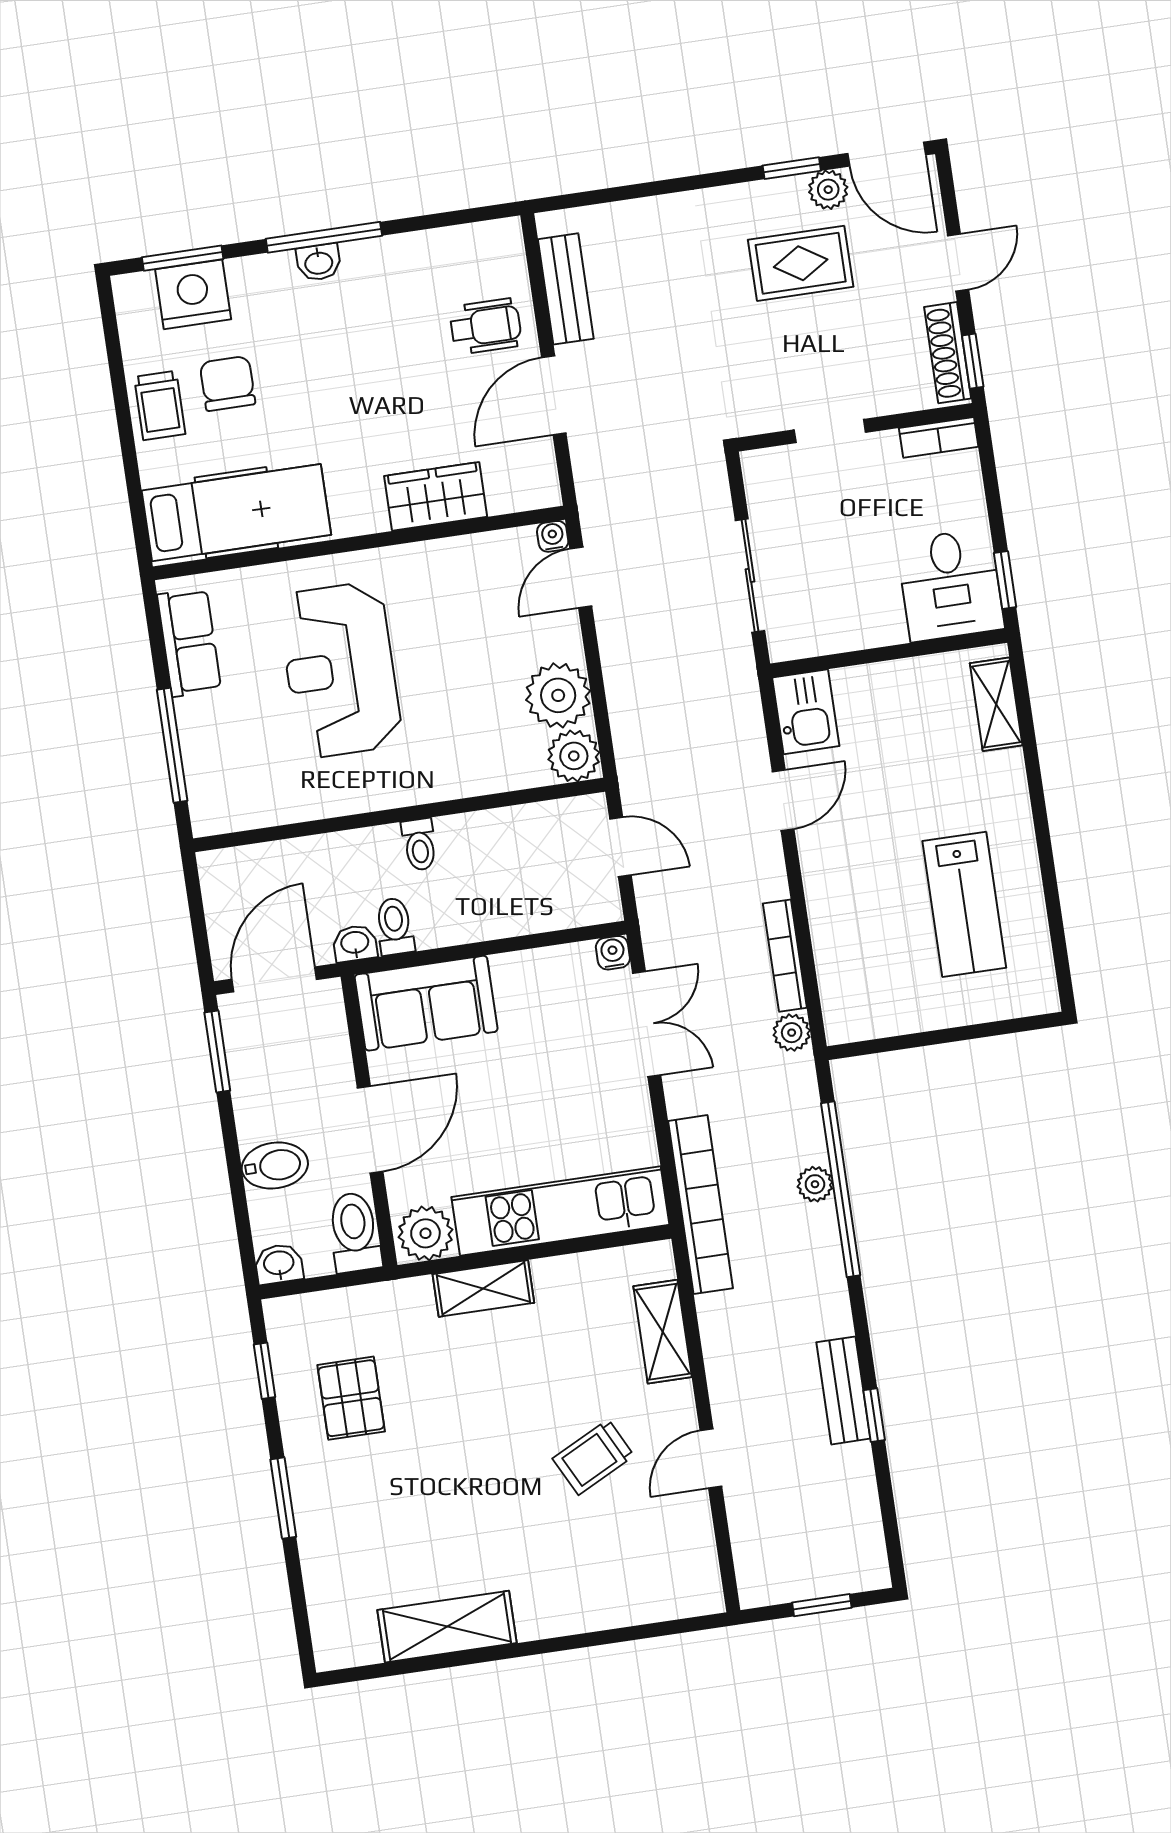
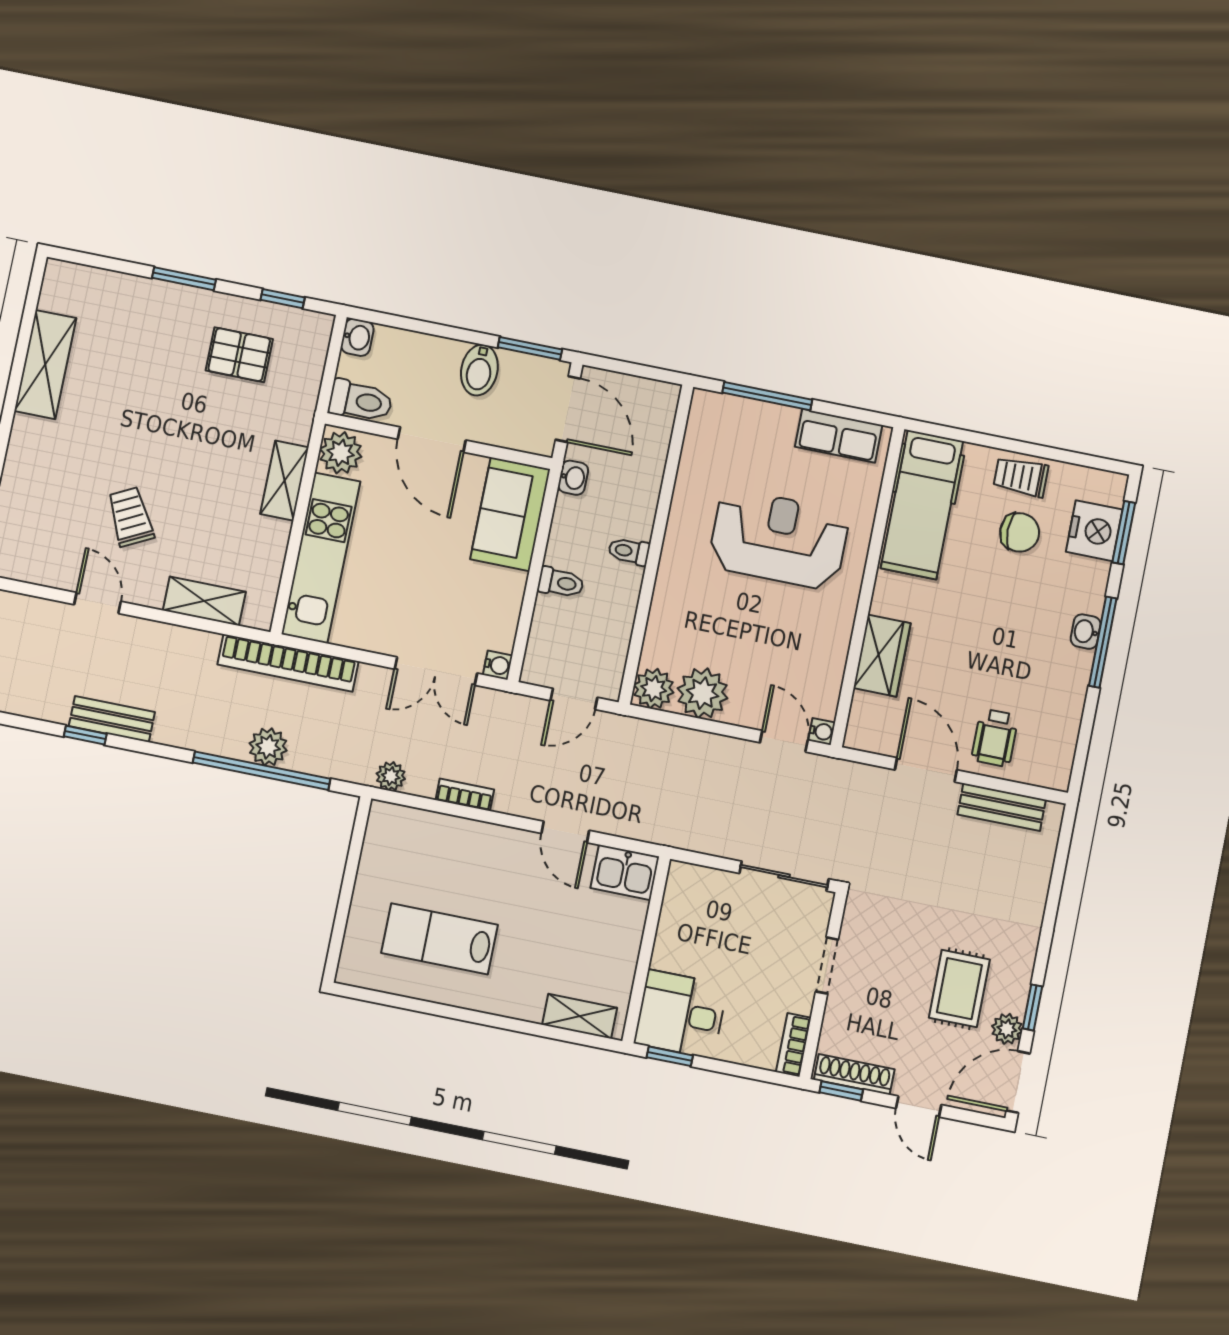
sliding door: (750, 575) -> (784, 876), moved
toilet: (395, 926) -> (561, 583), moved
bookcase: (785, 956) -> (465, 795), width x0.64
bidet: (275, 1166) -> (479, 370), moved
plant: (815, 1184) -> (268, 747), width x1.38, depth x1.38

